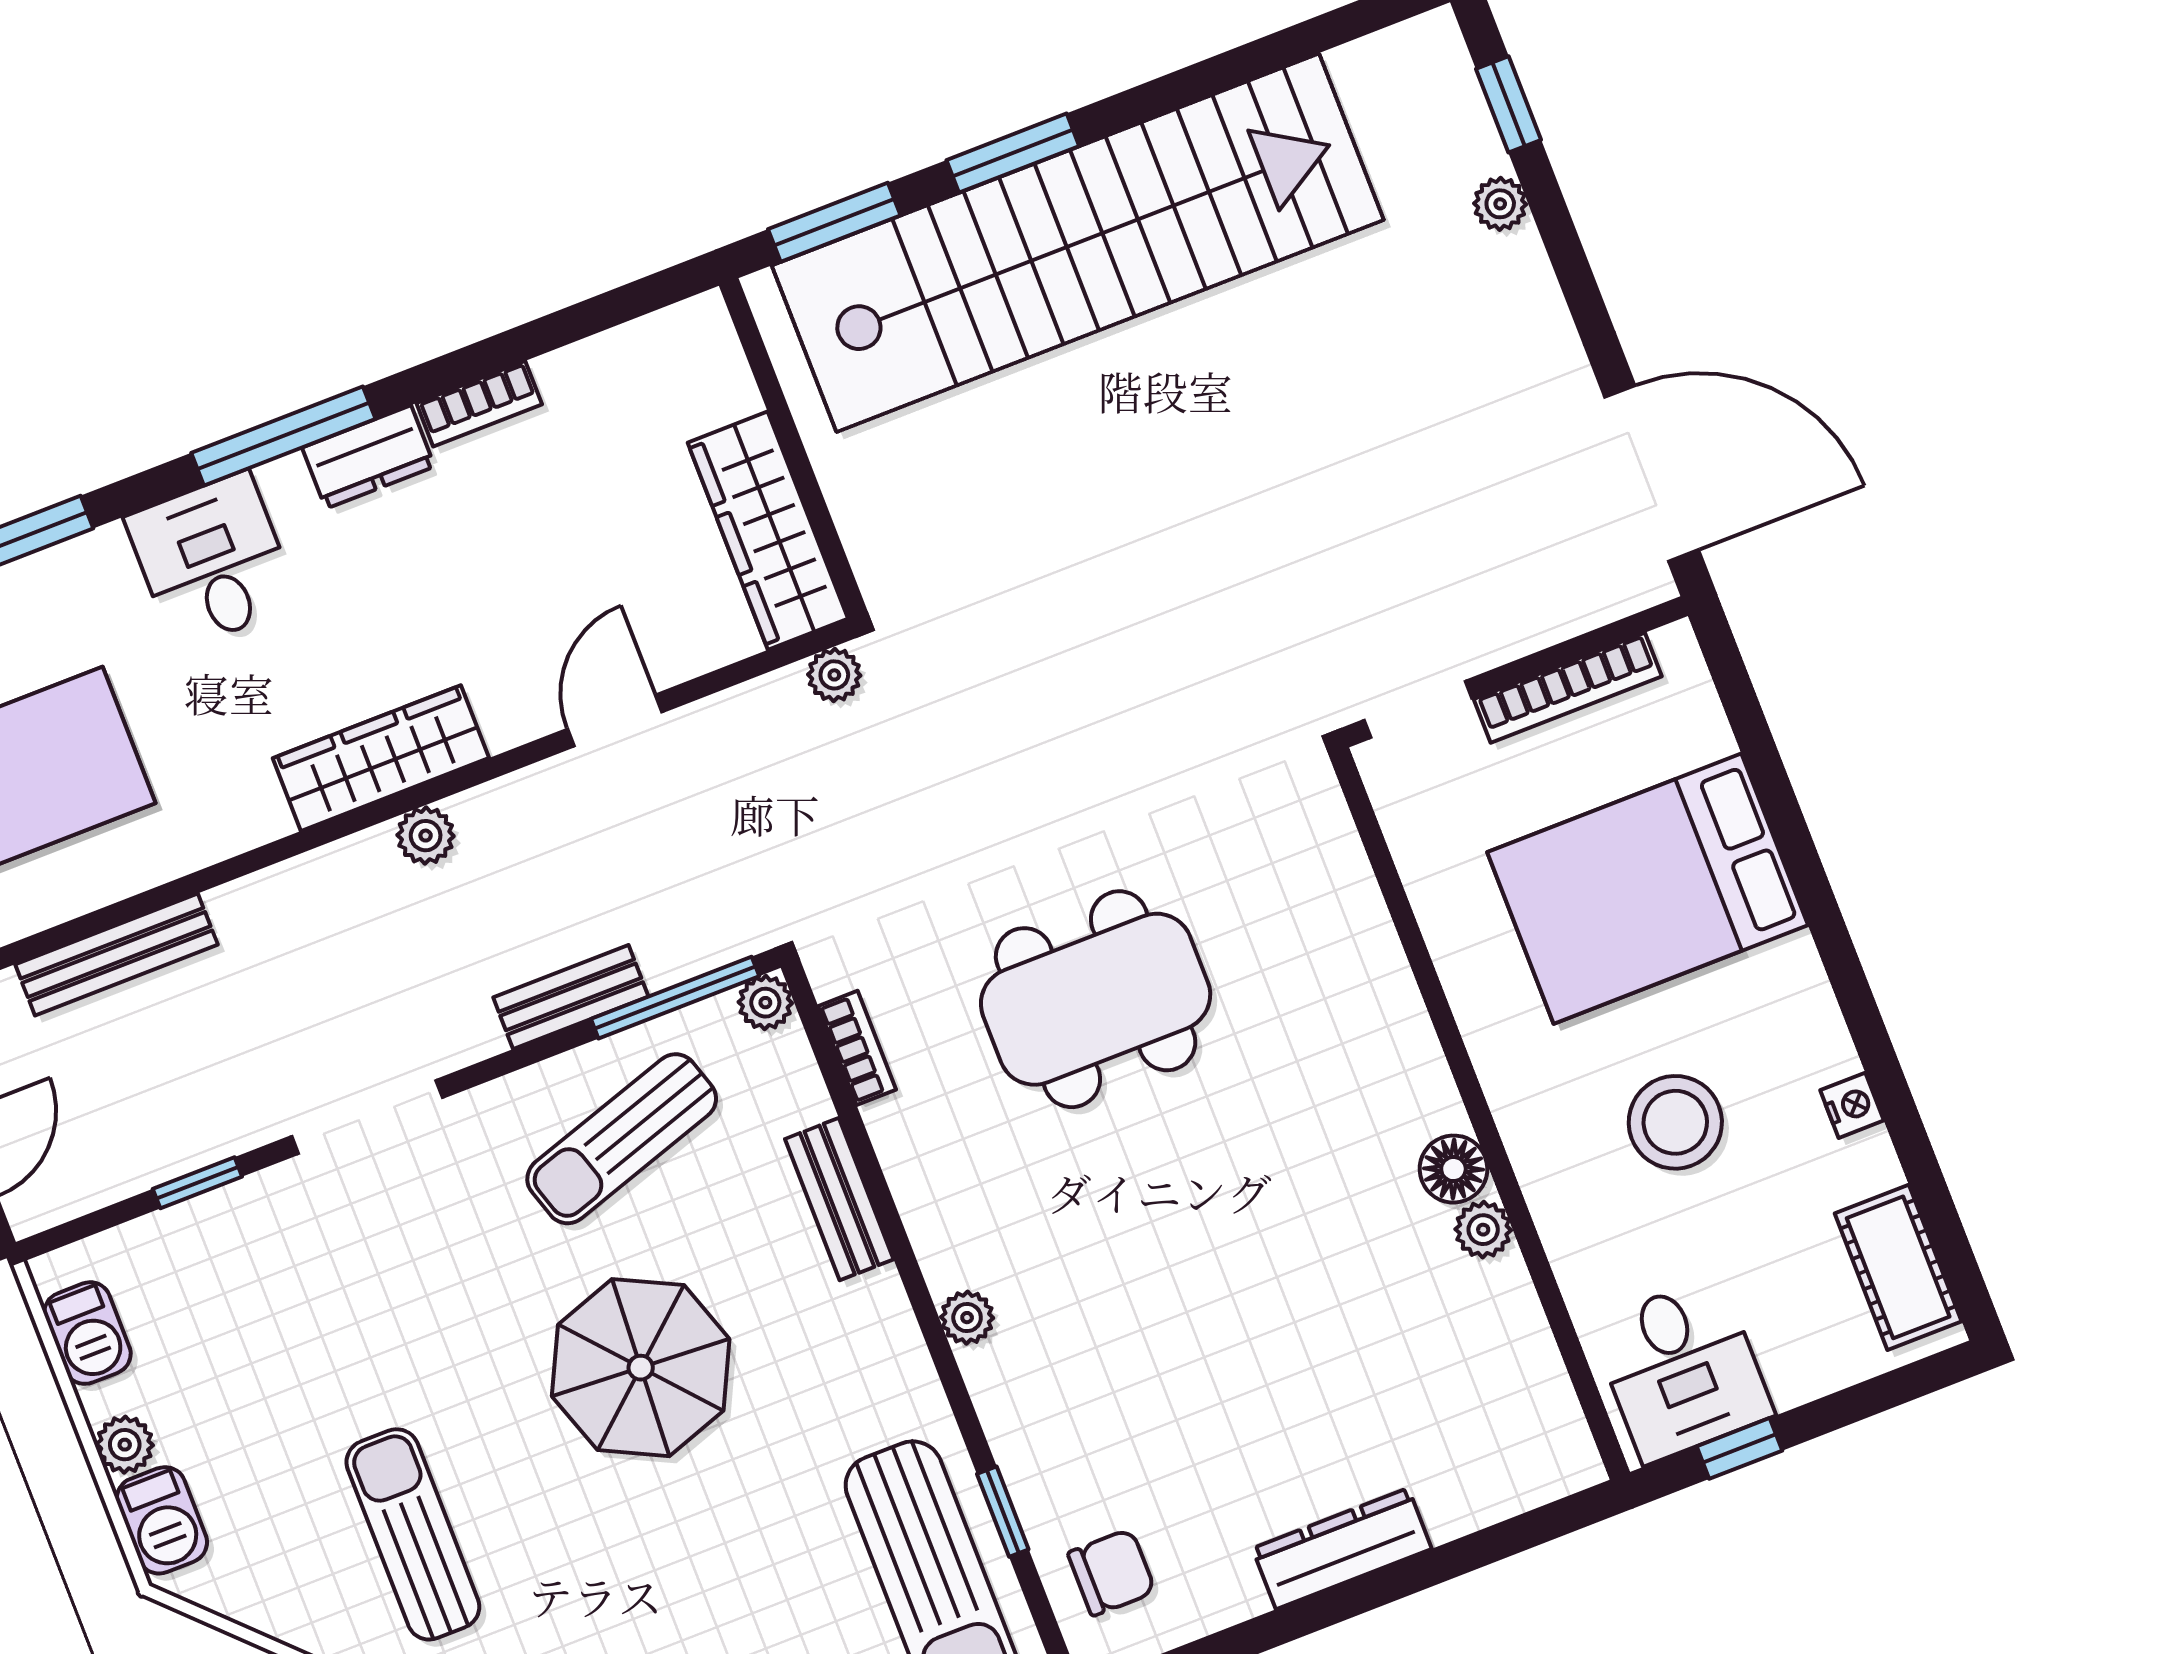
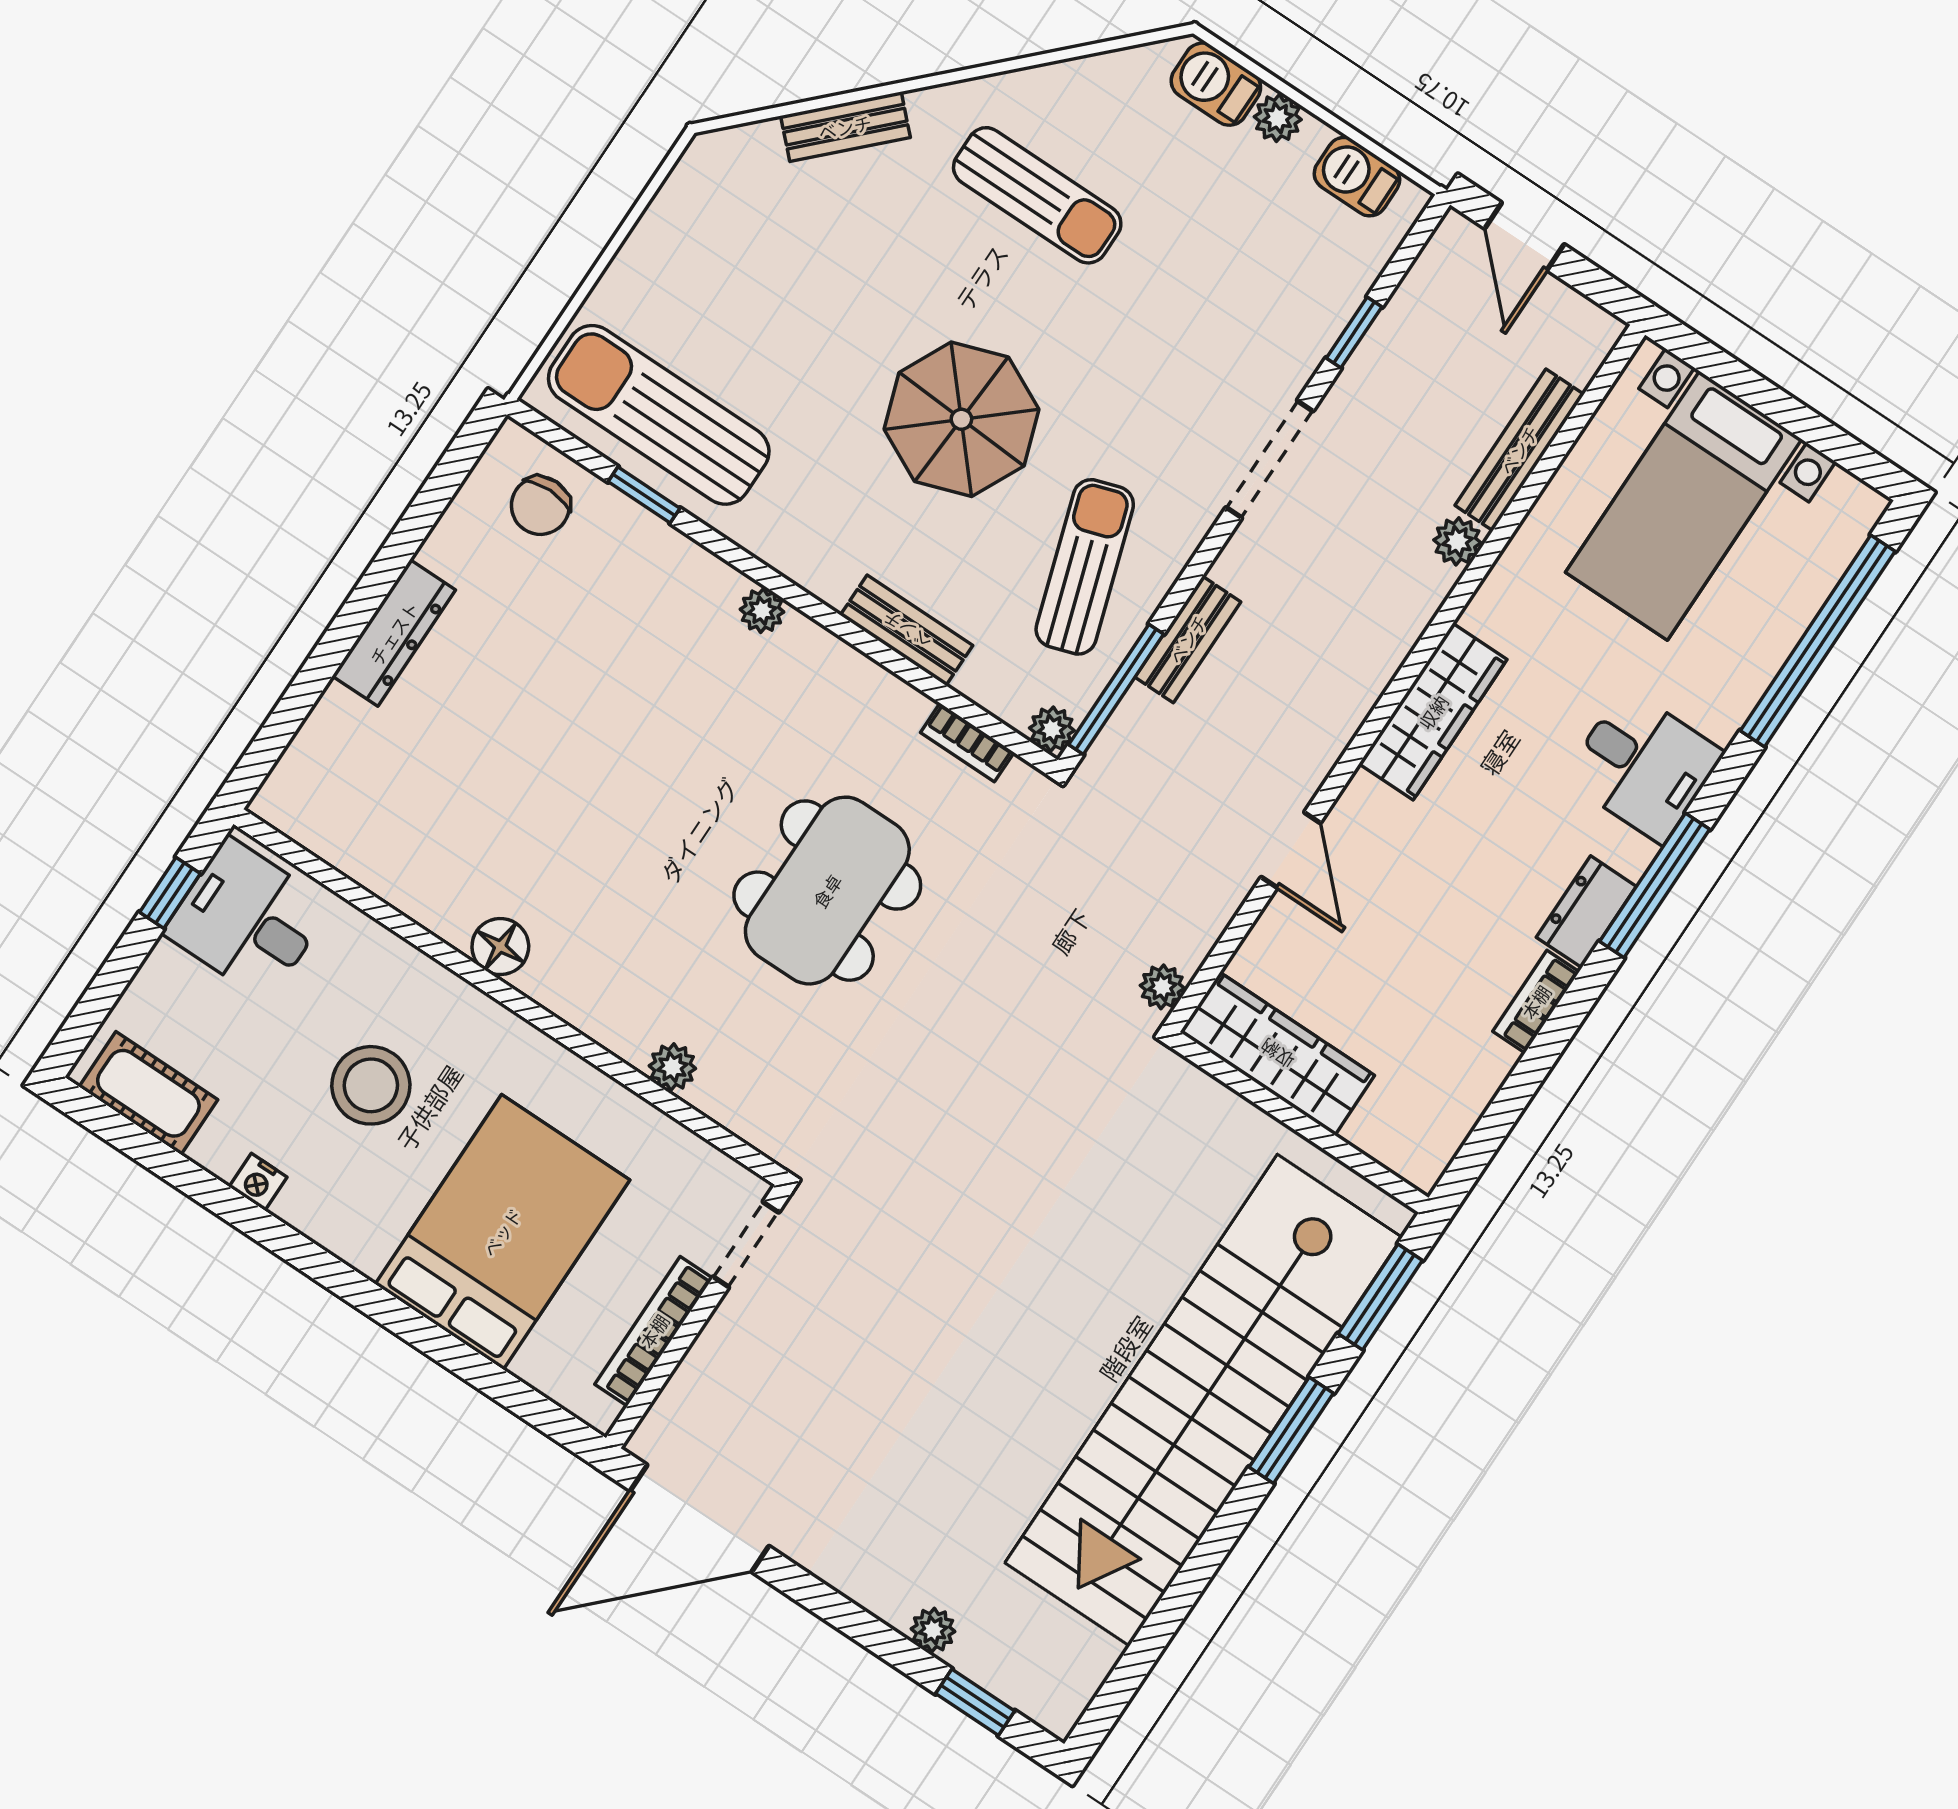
plant: (426, 836) -> (1457, 541), moved
plant: (1483, 1230) -> (672, 1067), moved

